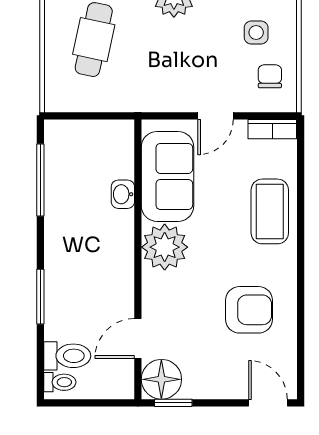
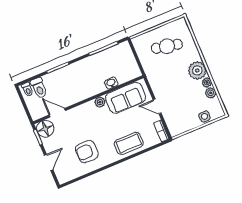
side table: (256, 32) -> (204, 116), moved
chair: (270, 76) -> (182, 121), removed
plant: (165, 247) -> (100, 102), width x0.53, depth x0.53
armchair: (249, 310) -> (87, 151), turned 90
door: (268, 403) -> (49, 162), moved

